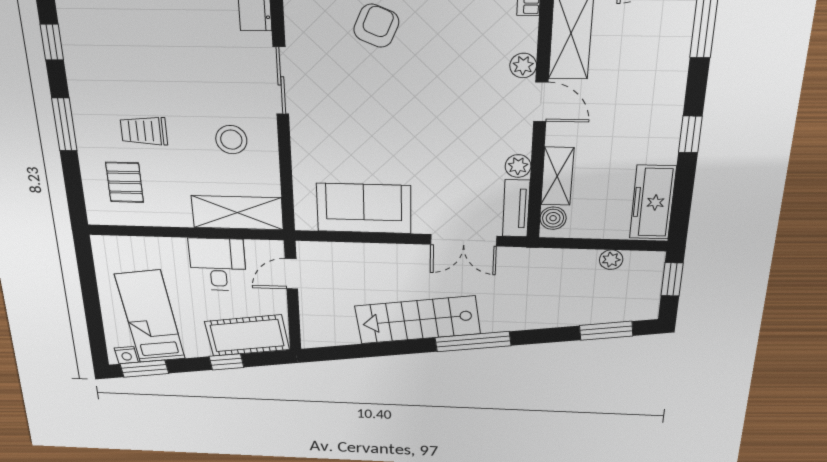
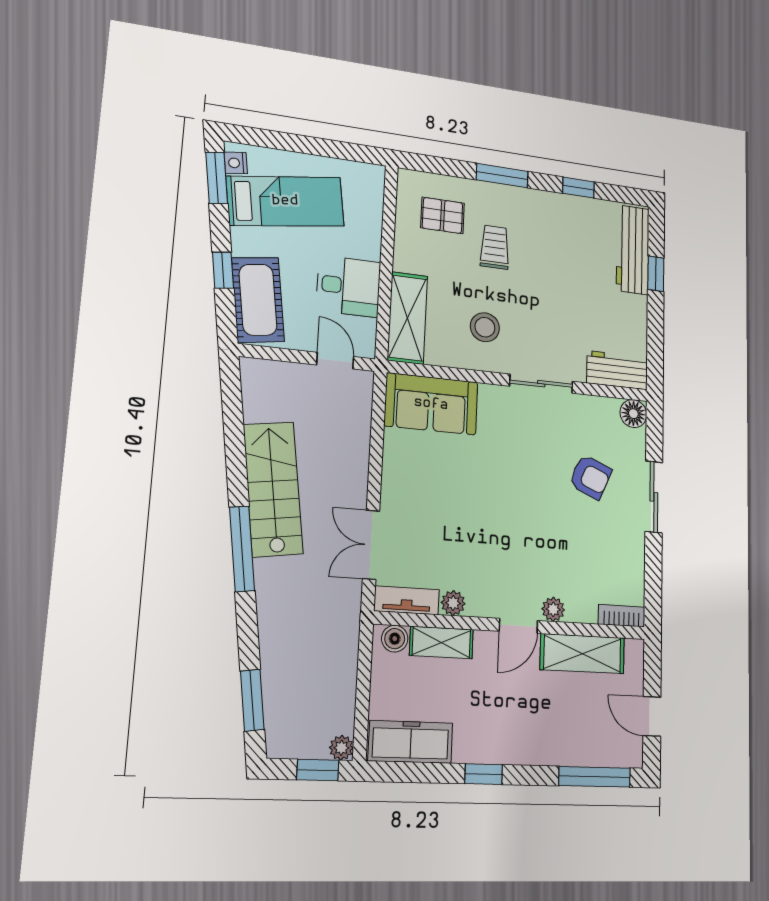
sofa: (364, 208) -> (431, 404), moved, turned 90
plant: (611, 260) -> (341, 748), moved

